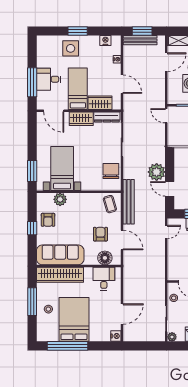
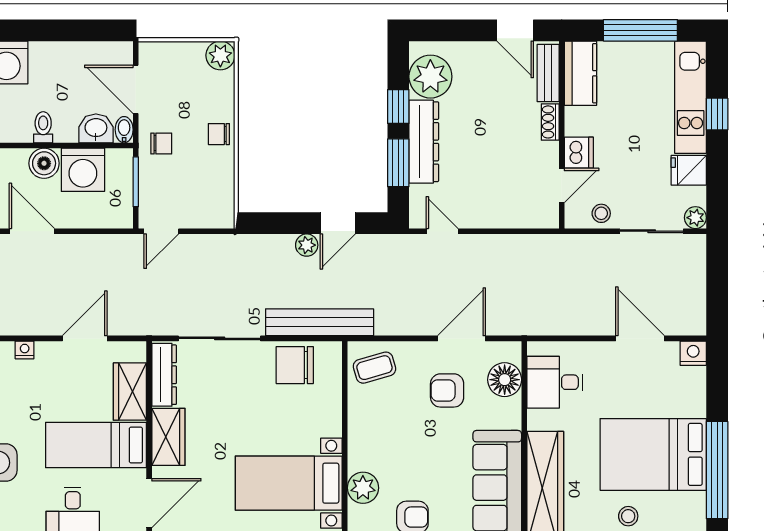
plant: (157, 172) -> (307, 245), width x0.53, depth x0.53
bench: (129, 202) -> (320, 322), moved

